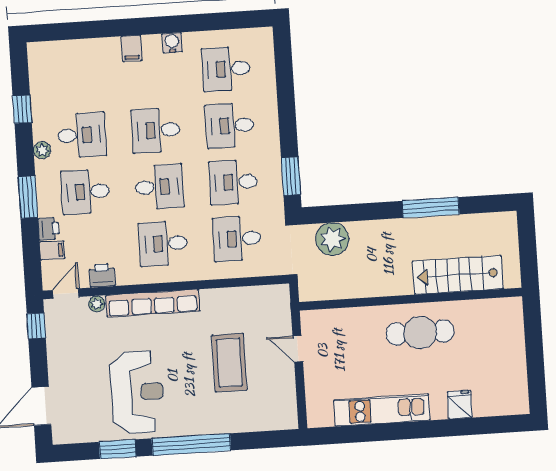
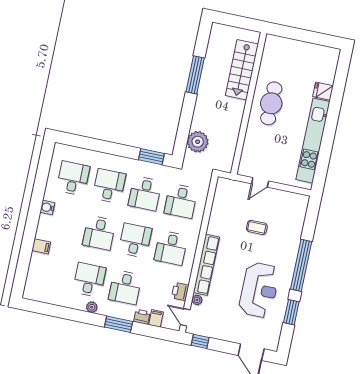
filing cabinet: (132, 48) -> (41, 246), moved
desk: (226, 69) -> (73, 178), turned 180
window: (22, 109) -> (63, 312), removed
desk: (230, 125) -> (109, 186), turned 180
coffee table: (229, 363) -> (257, 227), width x0.54, depth x0.58
reception desk: (137, 392) -> (259, 290), turned 90
kitchen unit: (382, 410) -> (313, 141), width x1.36

